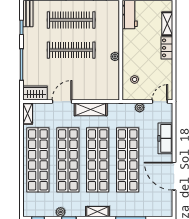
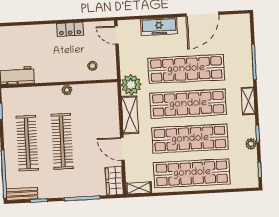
shelving: (167, 24) -> (26, 31), removed
locker: (167, 48) -> (70, 29), moved
plant: (140, 108) -> (131, 85), moved, width x1.87, depth x1.87

